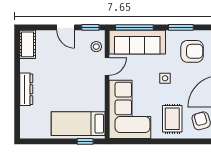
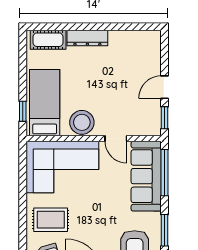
cot: (28, 44) -> (48, 40), moved
stool: (96, 47) -> (82, 122), moved, width x1.89, depth x1.89
side table: (165, 78) -> (101, 211), removed

